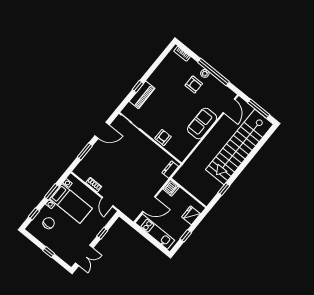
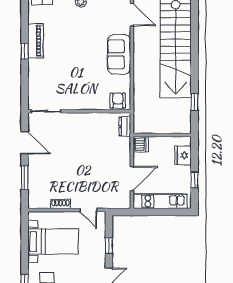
armchair: (194, 84) -> (79, 22), removed
window: (138, 86) -> (25, 51), moved
piano: (142, 95) -> (36, 41), moved
door: (102, 130) -> (25, 143), hinge flipped
armchair: (163, 137) -> (118, 101), moved
window: (52, 192) -> (25, 246), removed

